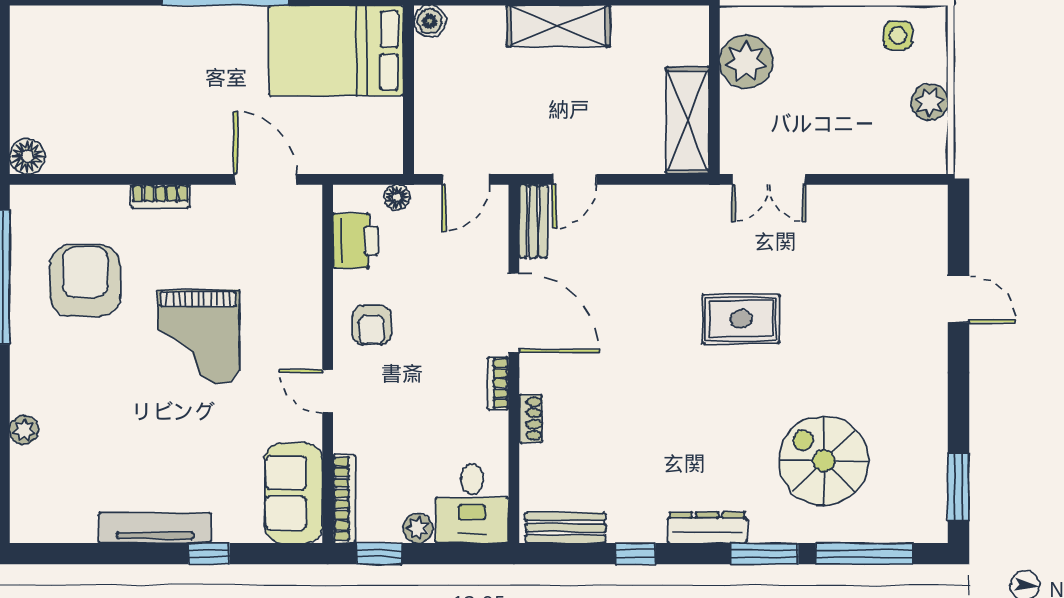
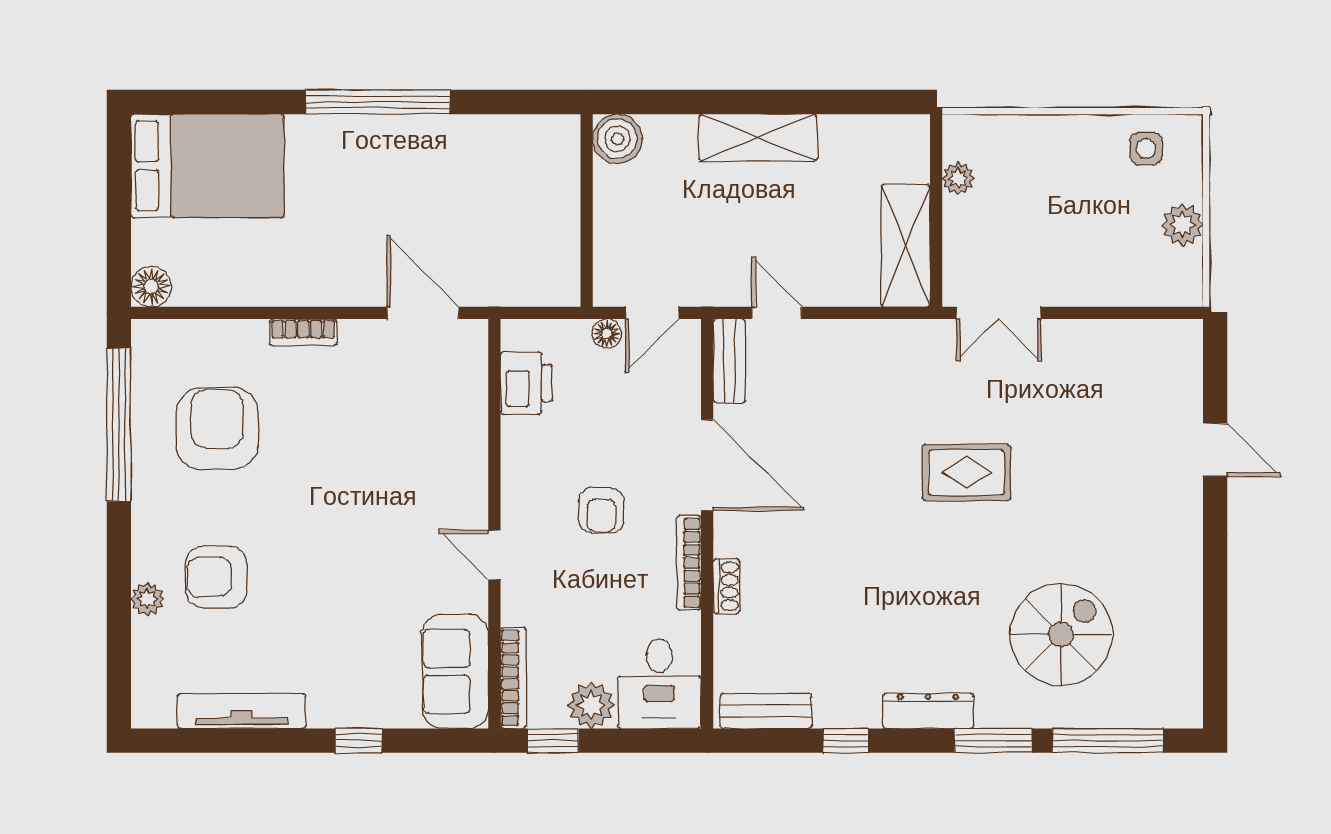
boiler: (430, 21) -> (617, 139), width x1.36, depth x1.36
bed: (336, 51) -> (207, 166), moved, turned 180
plant: (746, 62) -> (958, 178), width x0.53, depth x0.53
door: (575, 179) -> (777, 313), swing flipped
floor lamp: (397, 197) -> (607, 333), moved
armchair: (372, 325) -> (601, 510), moved
grand piano: (198, 337) -> (346, 493), removed
bookcase: (498, 383) -> (689, 563), width x1.56
armchair: (84, 410) -> (216, 577), added
spiral stairs: (824, 461) -> (1061, 635), turned 90
window: (959, 487) -> (1215, 664), removed
tv unit: (155, 528) -> (242, 711), moved
plant: (418, 528) -> (591, 705), width x1.38, depth x1.38

